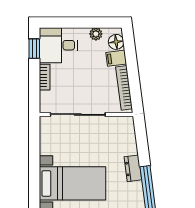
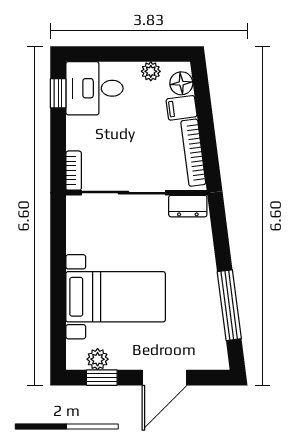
bookcase: (45, 77) -> (74, 171), moved
dresser: (133, 168) -> (188, 206), moved, turned -83

